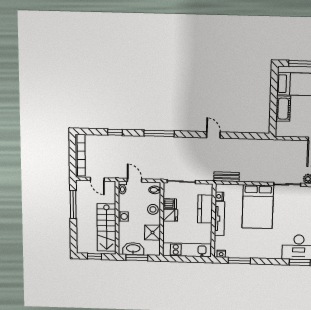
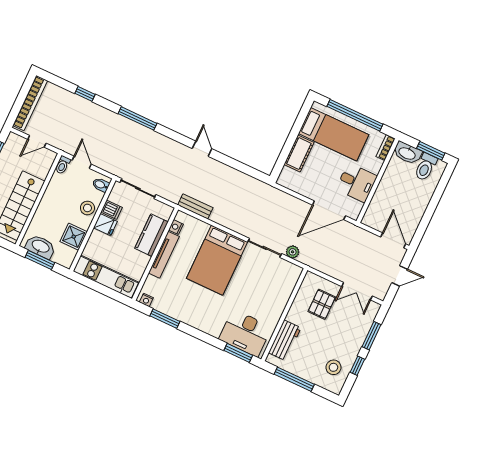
door: (97, 179) -> (37, 141), hinge flipped
washing machine: (123, 216) -> (47, 201), removed

